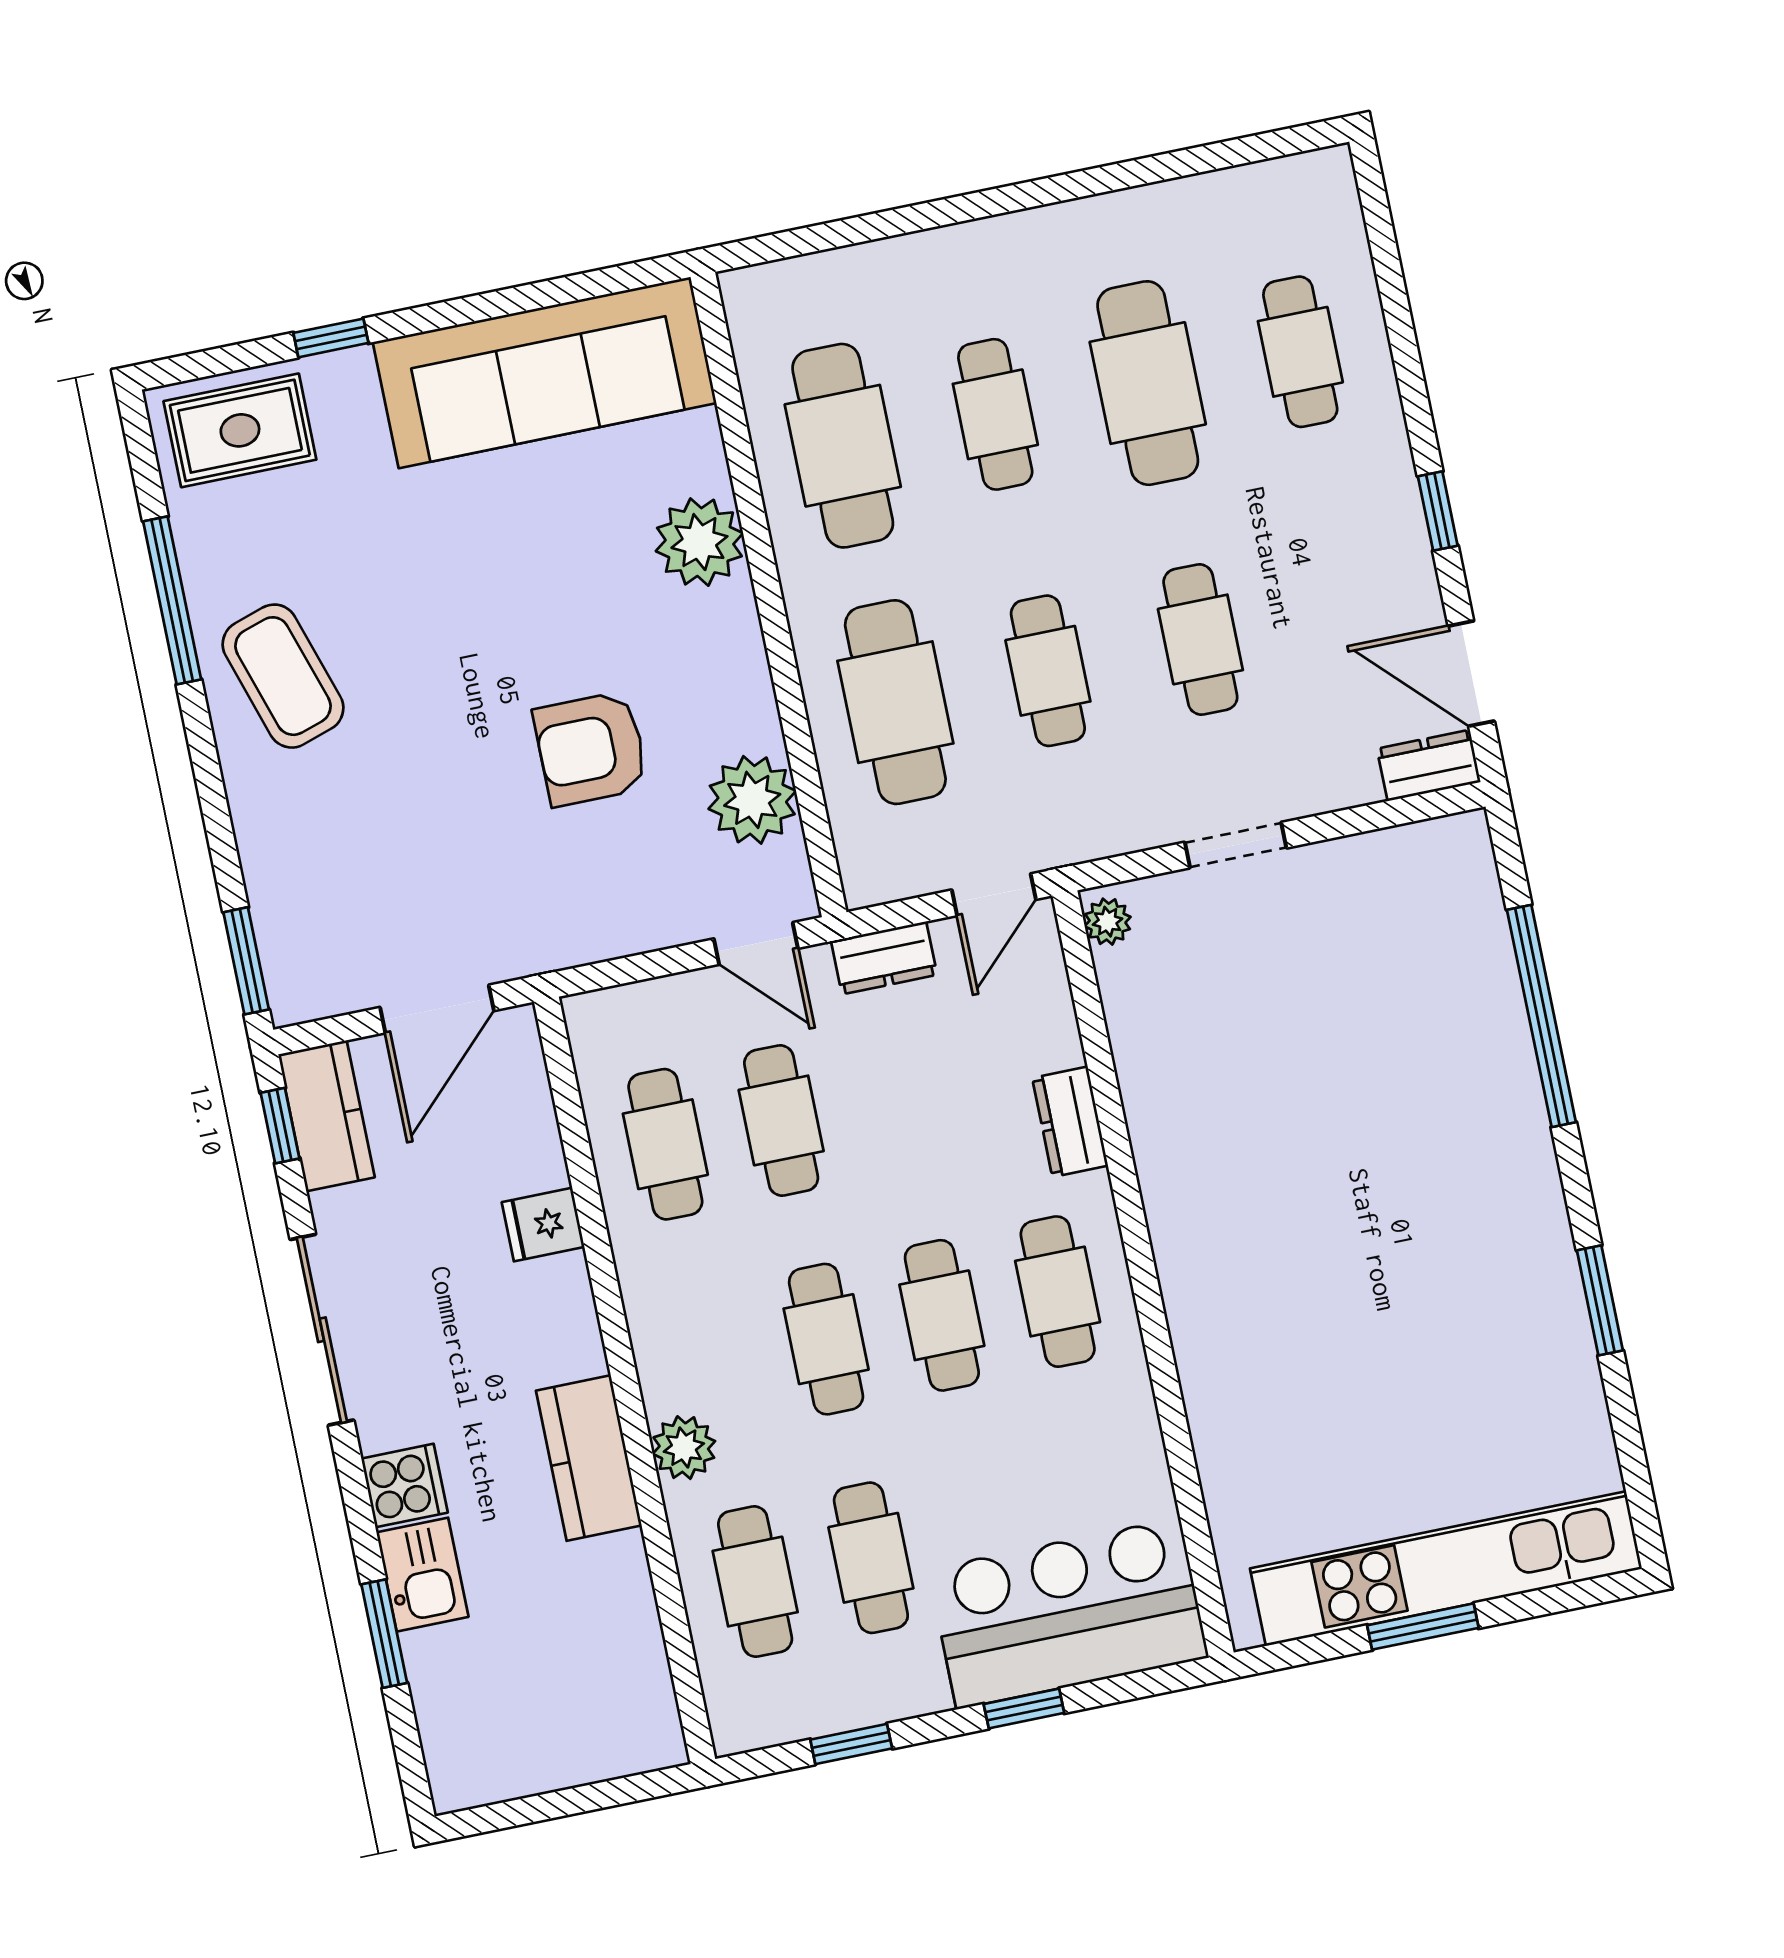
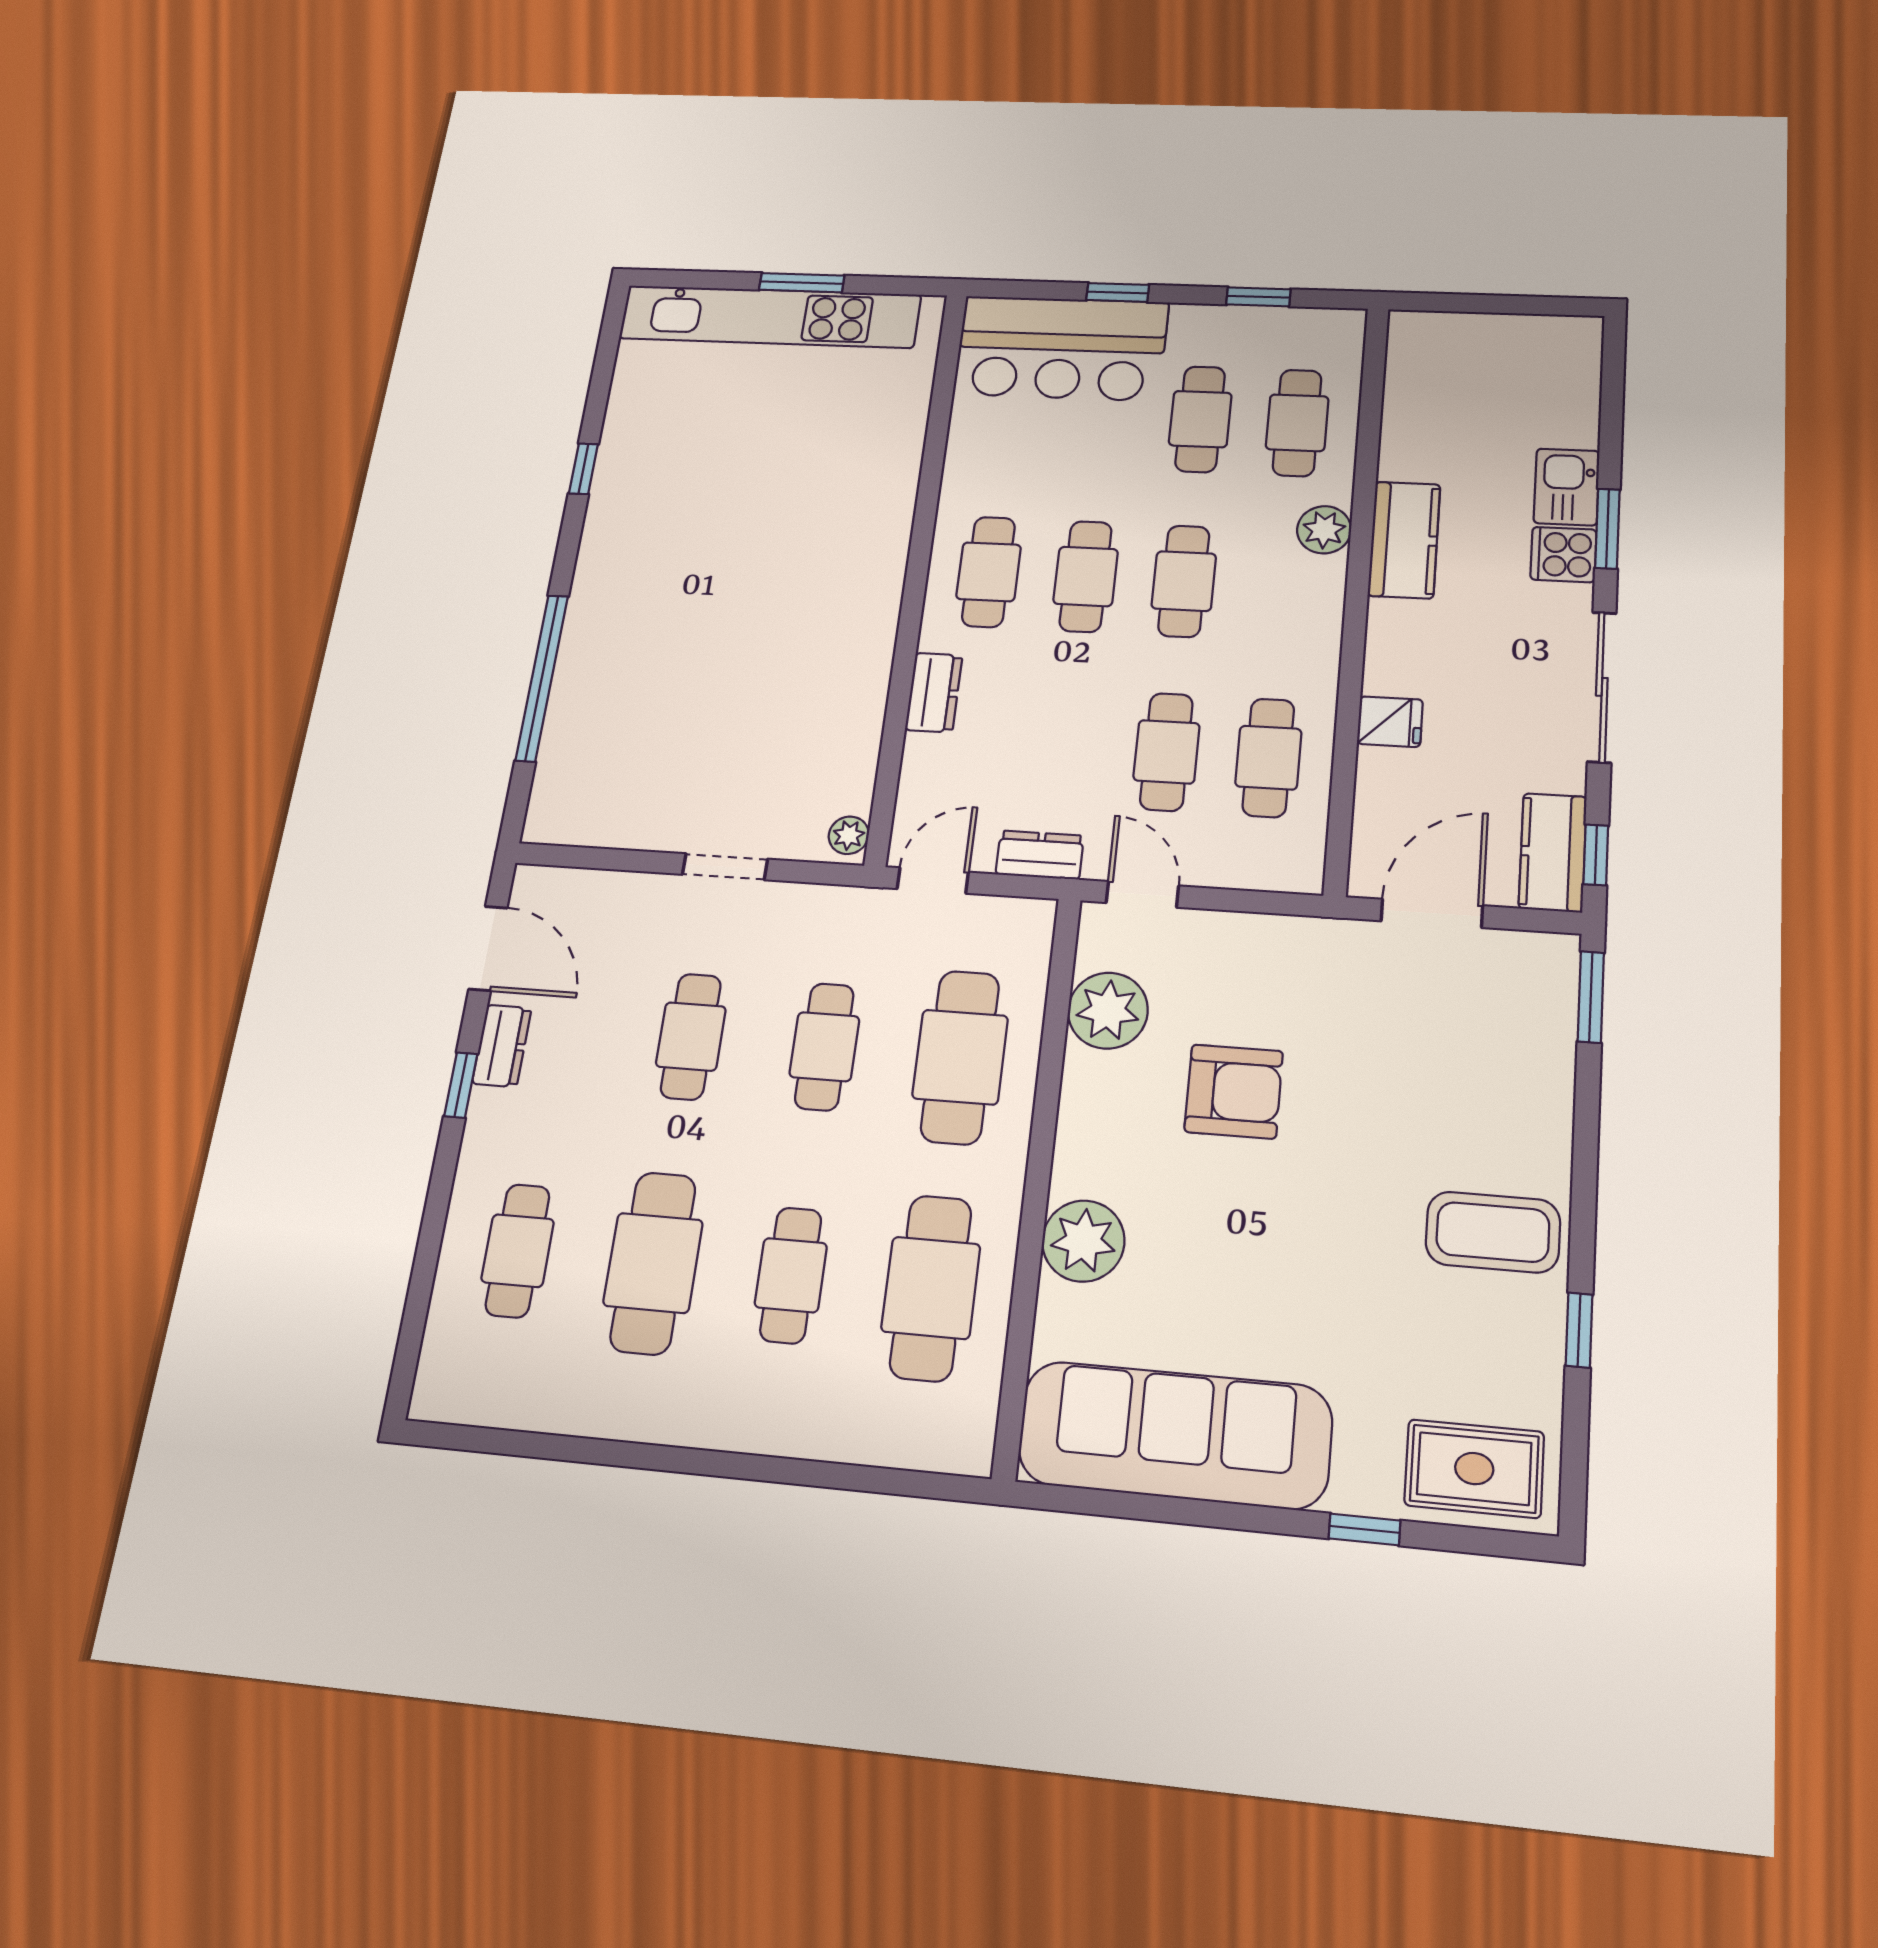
window: (172, 600) -> (1579, 1330), width x0.46
coffee table: (283, 676) -> (1493, 1232), turned -72
dresser: (1429, 765) -> (502, 1046), moved, turned -90
window: (1600, 1300) -> (583, 469), width x0.67
window: (384, 1634) -> (1607, 529), moved

